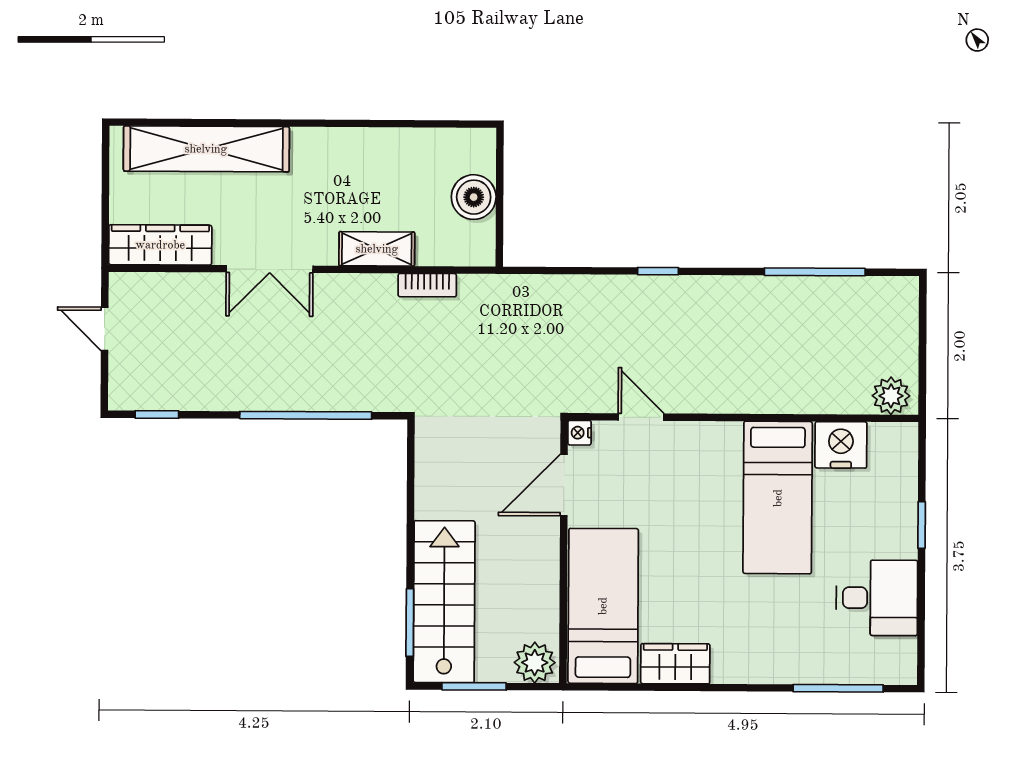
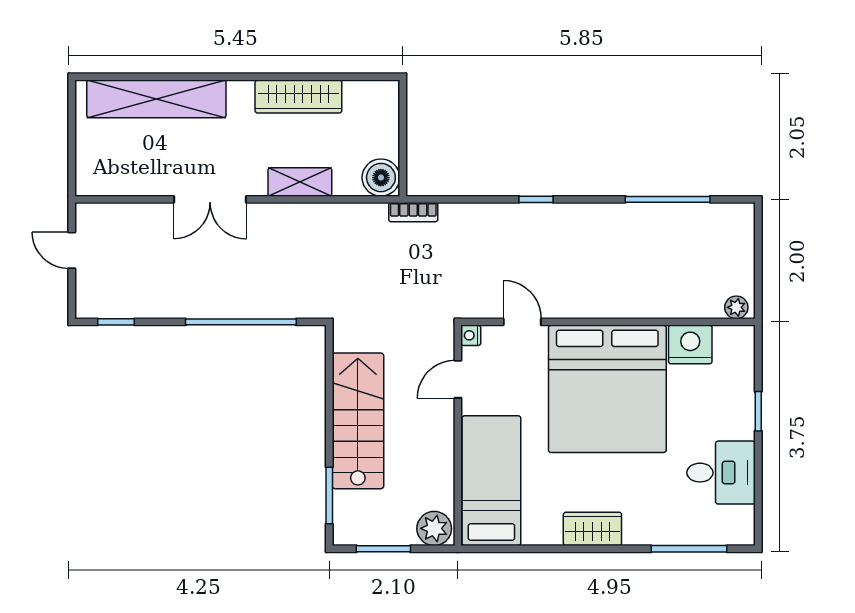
boiler: (474, 197) -> (381, 178), moved
wardrobe: (160, 245) -> (298, 97), moved, turned 180
bookcase: (427, 285) -> (413, 212), moved
plant: (891, 396) -> (736, 307), width x0.73, depth x0.73
door: (564, 485) -> (458, 379), width x0.73
bed: (778, 498) -> (607, 389), width x2.04
stairs: (444, 602) -> (358, 421), moved
wardrobe: (675, 664) -> (592, 529), moved

